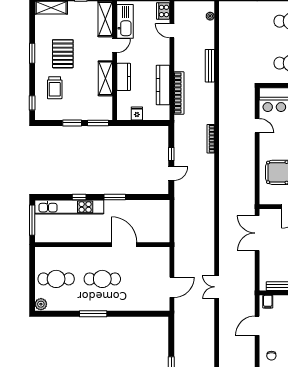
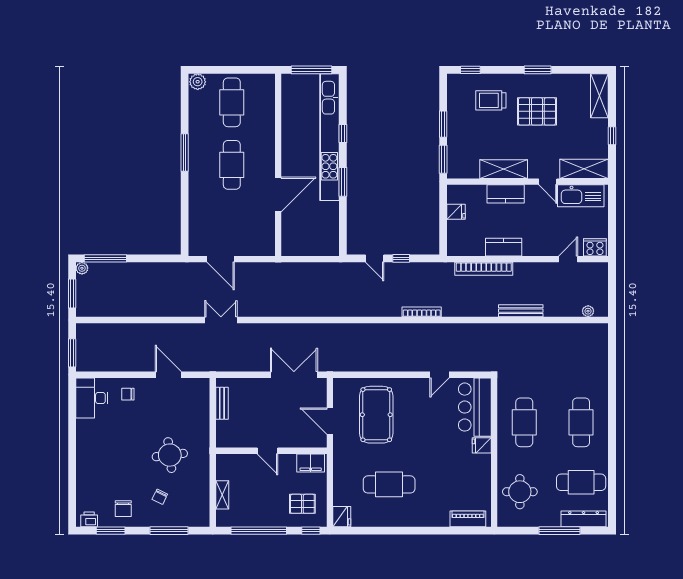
kitchen counter: (163, 85) -> (504, 247), width x0.67
kitchen unit: (69, 207) -> (329, 137), width x1.36
filing cabinet: (268, 302) -> (201, 389), removed

